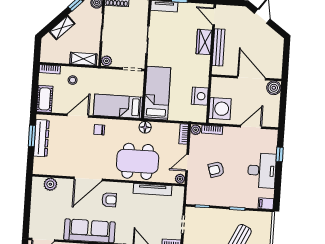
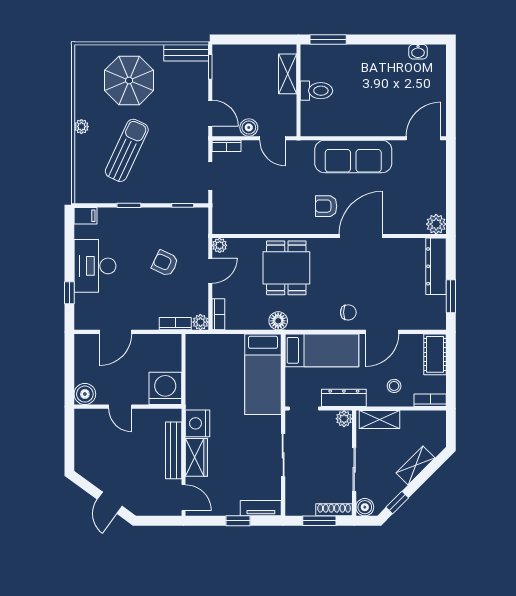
dresser: (106, 74) -> (344, 398), added
door: (251, 78) -> (120, 407), width x0.53
nightstand: (200, 96) -> (197, 423), moved
washing machine: (220, 109) -> (165, 388), moved, turned 90
dresser: (41, 138) -> (436, 266), moved
dining table: (138, 161) -> (286, 268), width x0.73
armchair: (216, 169) -> (165, 263), turned -138
plant: (50, 184) -> (436, 224), moved
tv unit: (153, 189) -> (261, 226), removed

